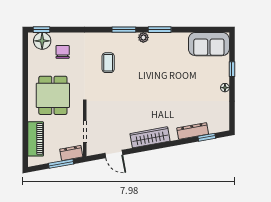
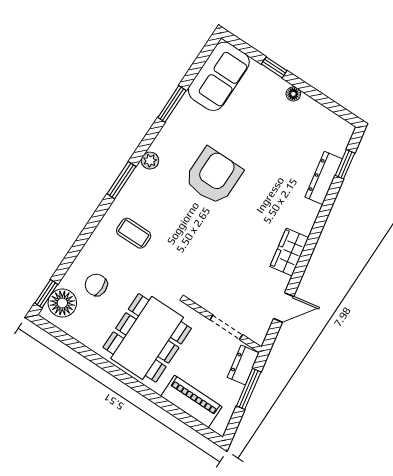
window: (160, 30) -> (172, 104), moved
coffee table: (108, 63) -> (134, 233), moved
armchair: (157, 75) -> (213, 176), added
dining table: (53, 95) -> (147, 338), width x1.38
wardrobe: (150, 137) -> (289, 252), width x0.67

